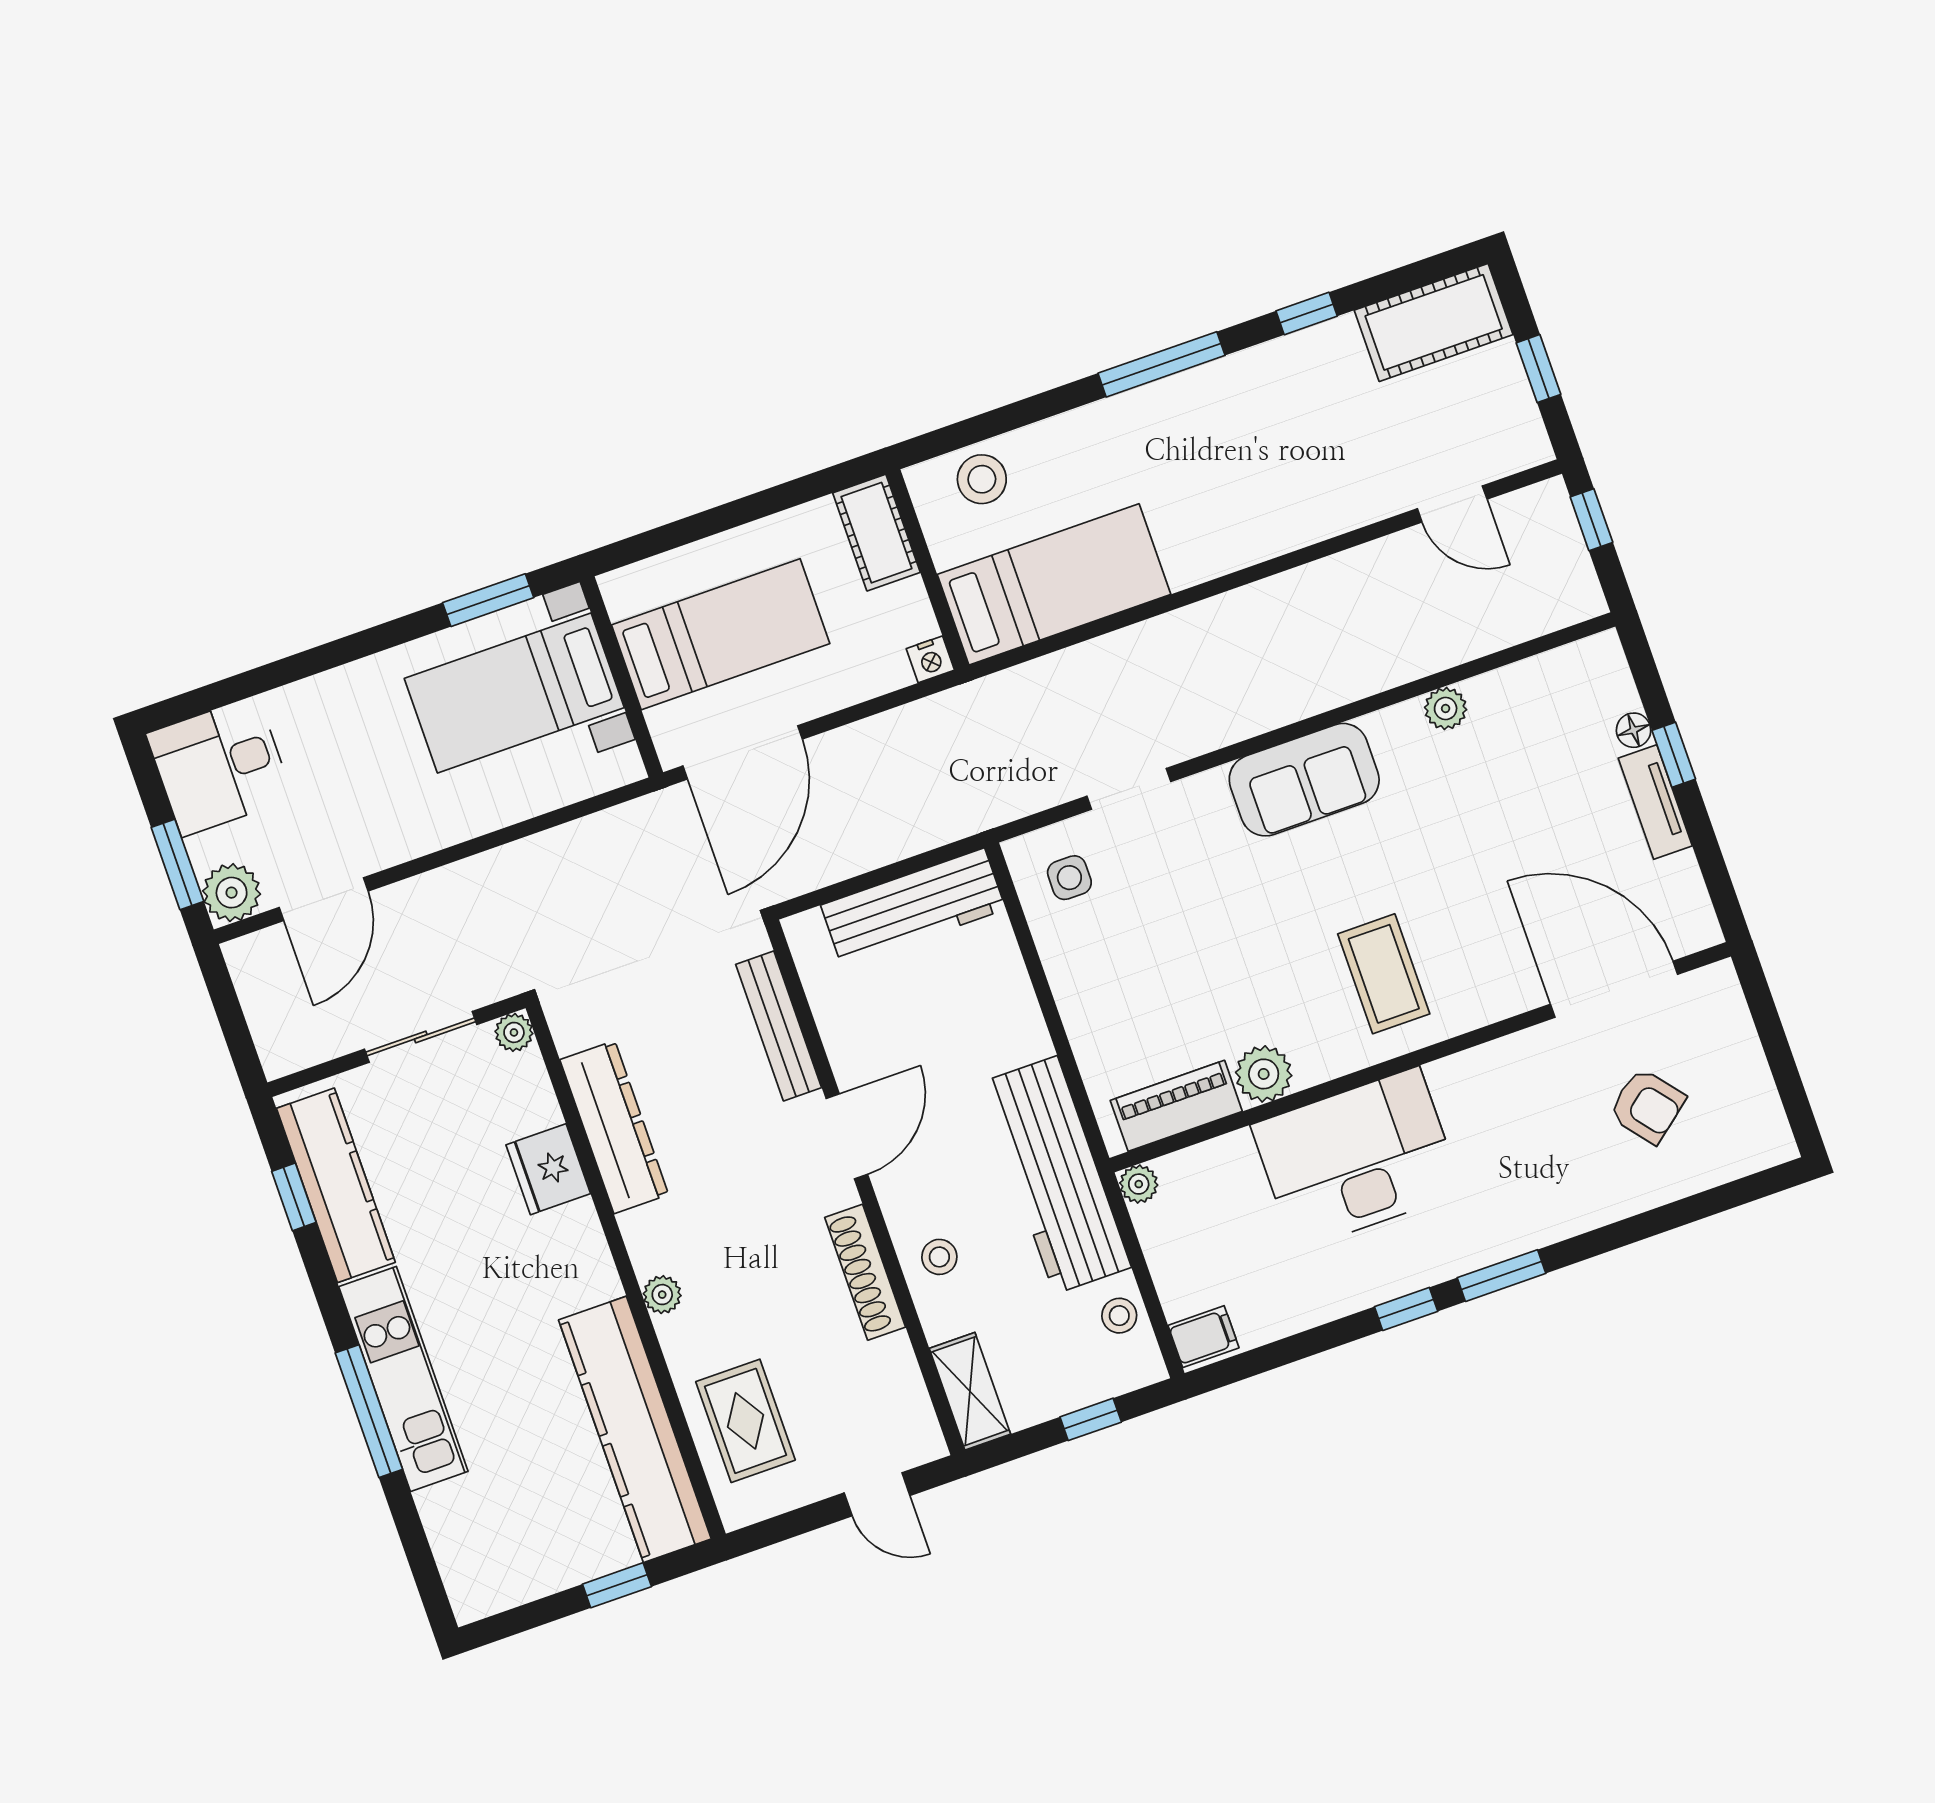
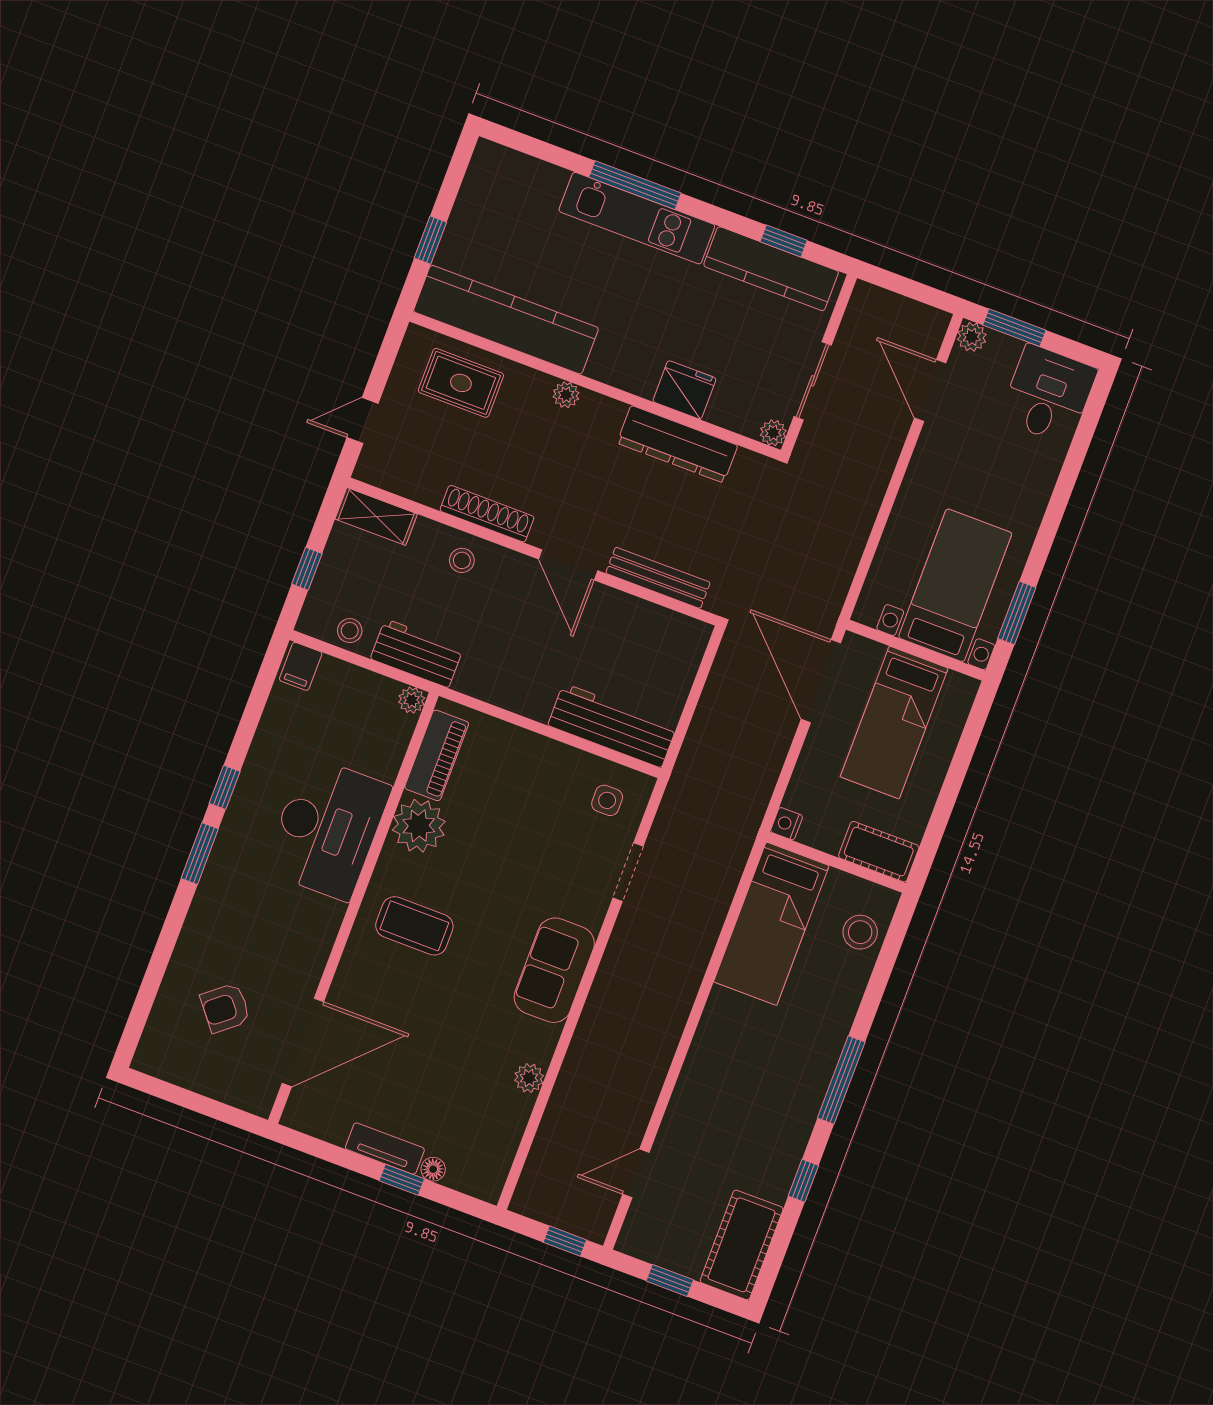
plant: (232, 893) -> (972, 337), width x0.73, depth x0.73
workbench: (913, 907) -> (612, 725), moved, turned 90
plant: (1264, 1074) -> (419, 826), width x1.36, depth x1.36
workbench: (1056, 1175) -> (417, 653), width x0.53, depth x0.76

